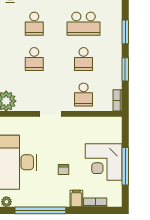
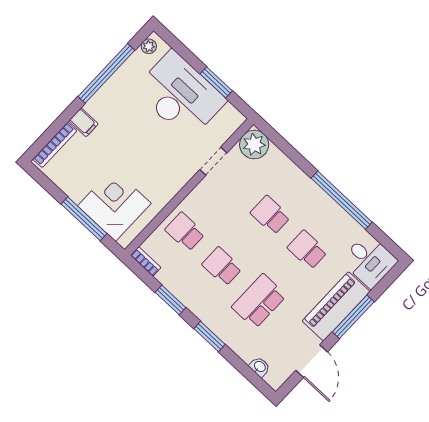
doorway: (50, 114) -> (213, 161), moved
corner desk: (104, 162) -> (114, 205), moved
window: (125, 166) -> (84, 219), moved
chair: (64, 169) -> (126, 137), removed
bookcase: (95, 202) -> (55, 145), width x1.56

